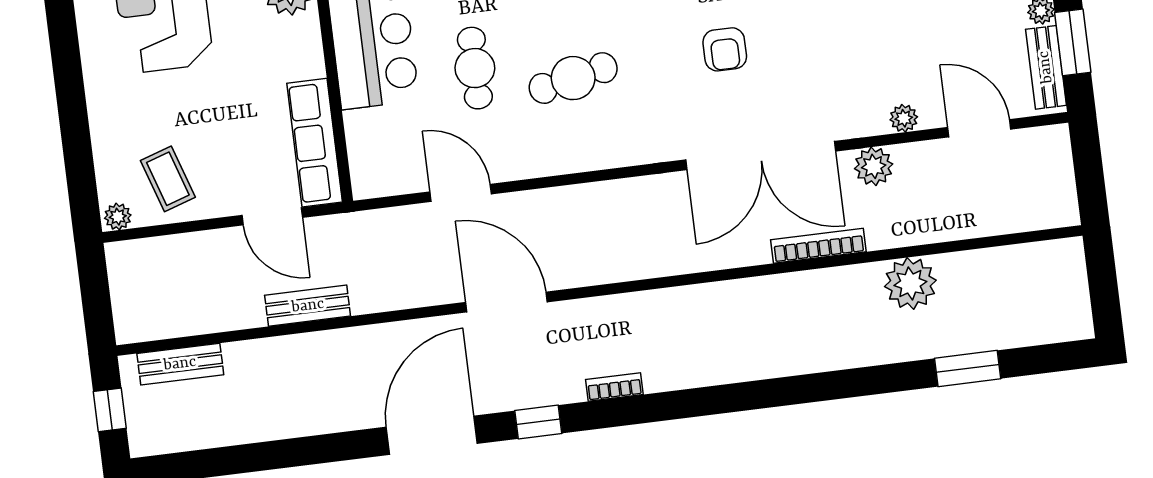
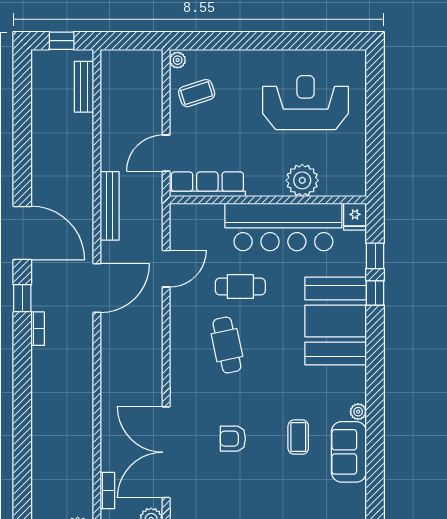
bookcase: (818, 246) -> (107, 491), width x0.64
bench: (308, 306) -> (110, 206), moved, width x1.36
bookcase: (614, 387) -> (38, 329), moved

